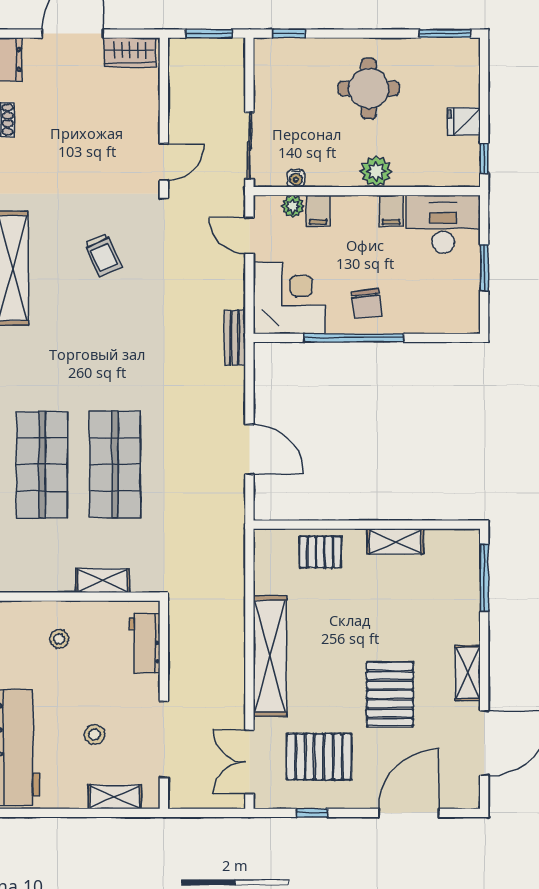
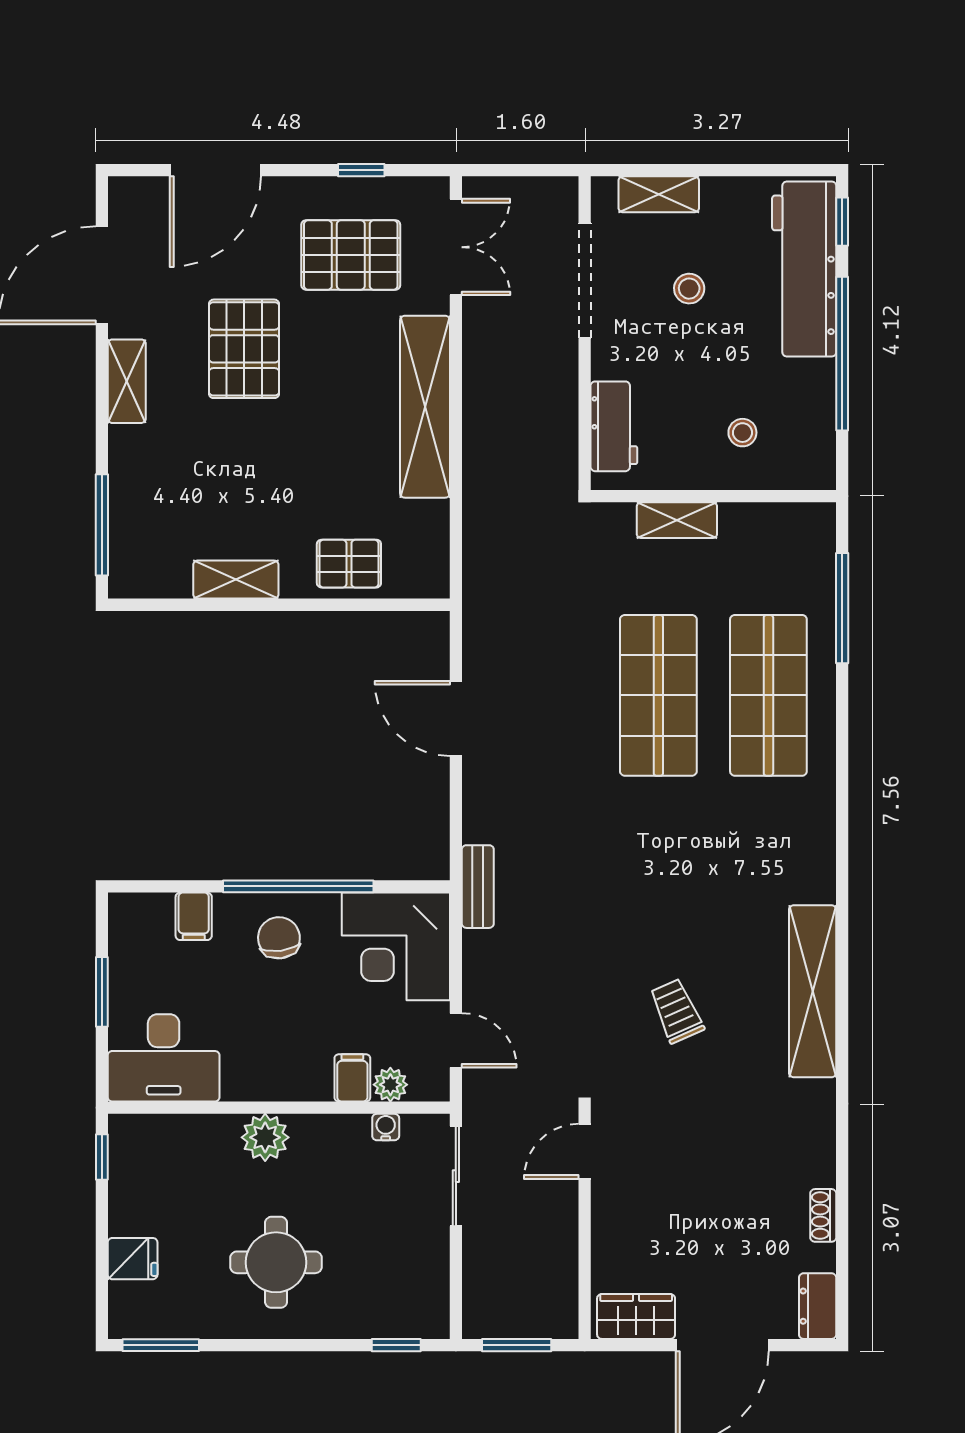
fridge: (464, 121) -> (133, 1259), moved
filing cabinet: (391, 211) -> (194, 916), moved, turned 180

